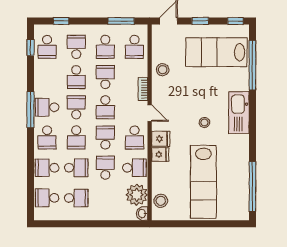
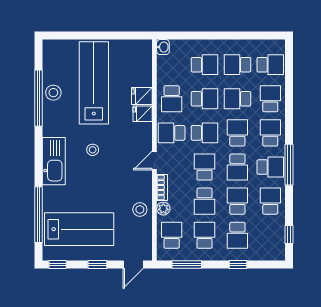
window: (61, 21) -> (238, 264), moved
school desk: (47, 47) -> (270, 201), moved
door: (150, 113) -> (154, 160), hinge flipped
school desk: (105, 137) -> (205, 133), turned -90
school desk: (134, 137) -> (172, 133), turned -90
fridge: (161, 139) -> (142, 96), moved
school desk: (47, 168) -> (270, 99), turned -90
school desk: (105, 168) -> (205, 99), turned -90
school desk: (134, 168) -> (172, 99), turned -90
window: (252, 187) -> (38, 98), moved
plant: (137, 195) -> (163, 209), moved, width x0.53, depth x0.53
school desk: (105, 198) -> (205, 65), added
stool: (161, 201) -> (53, 93), moved

